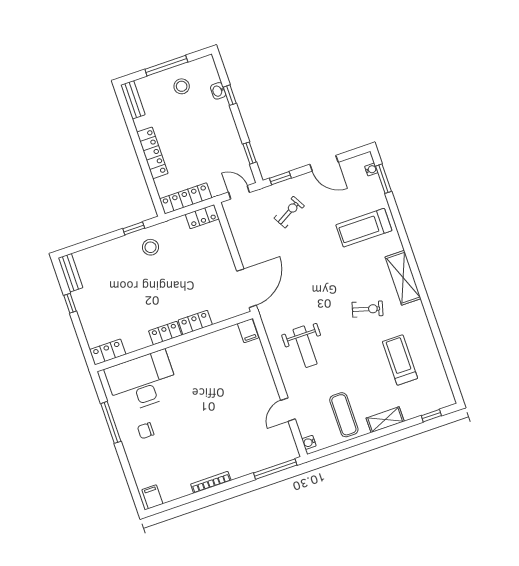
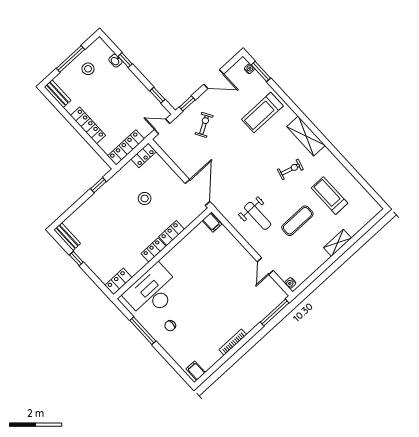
stool: (150, 247) -> (145, 198), moved
exercise mat: (344, 415) -> (297, 221), moved, turned 90
window: (431, 416) -> (369, 225), removed

